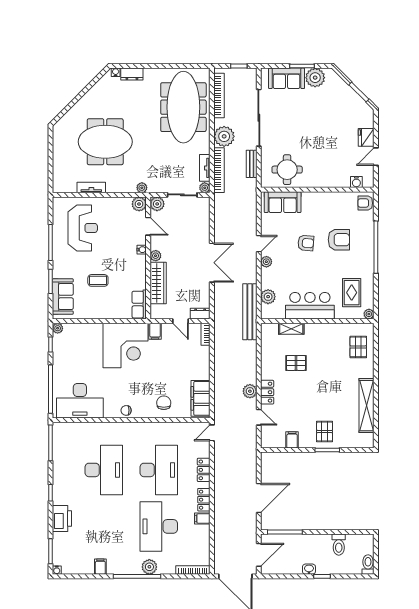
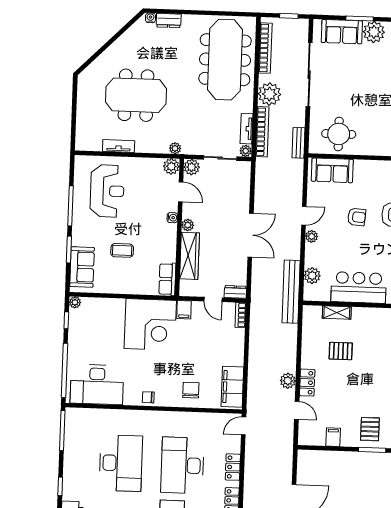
bench: (252, 164) -> (299, 143), moved
desk: (159, 470) -> (182, 465), turned 180

